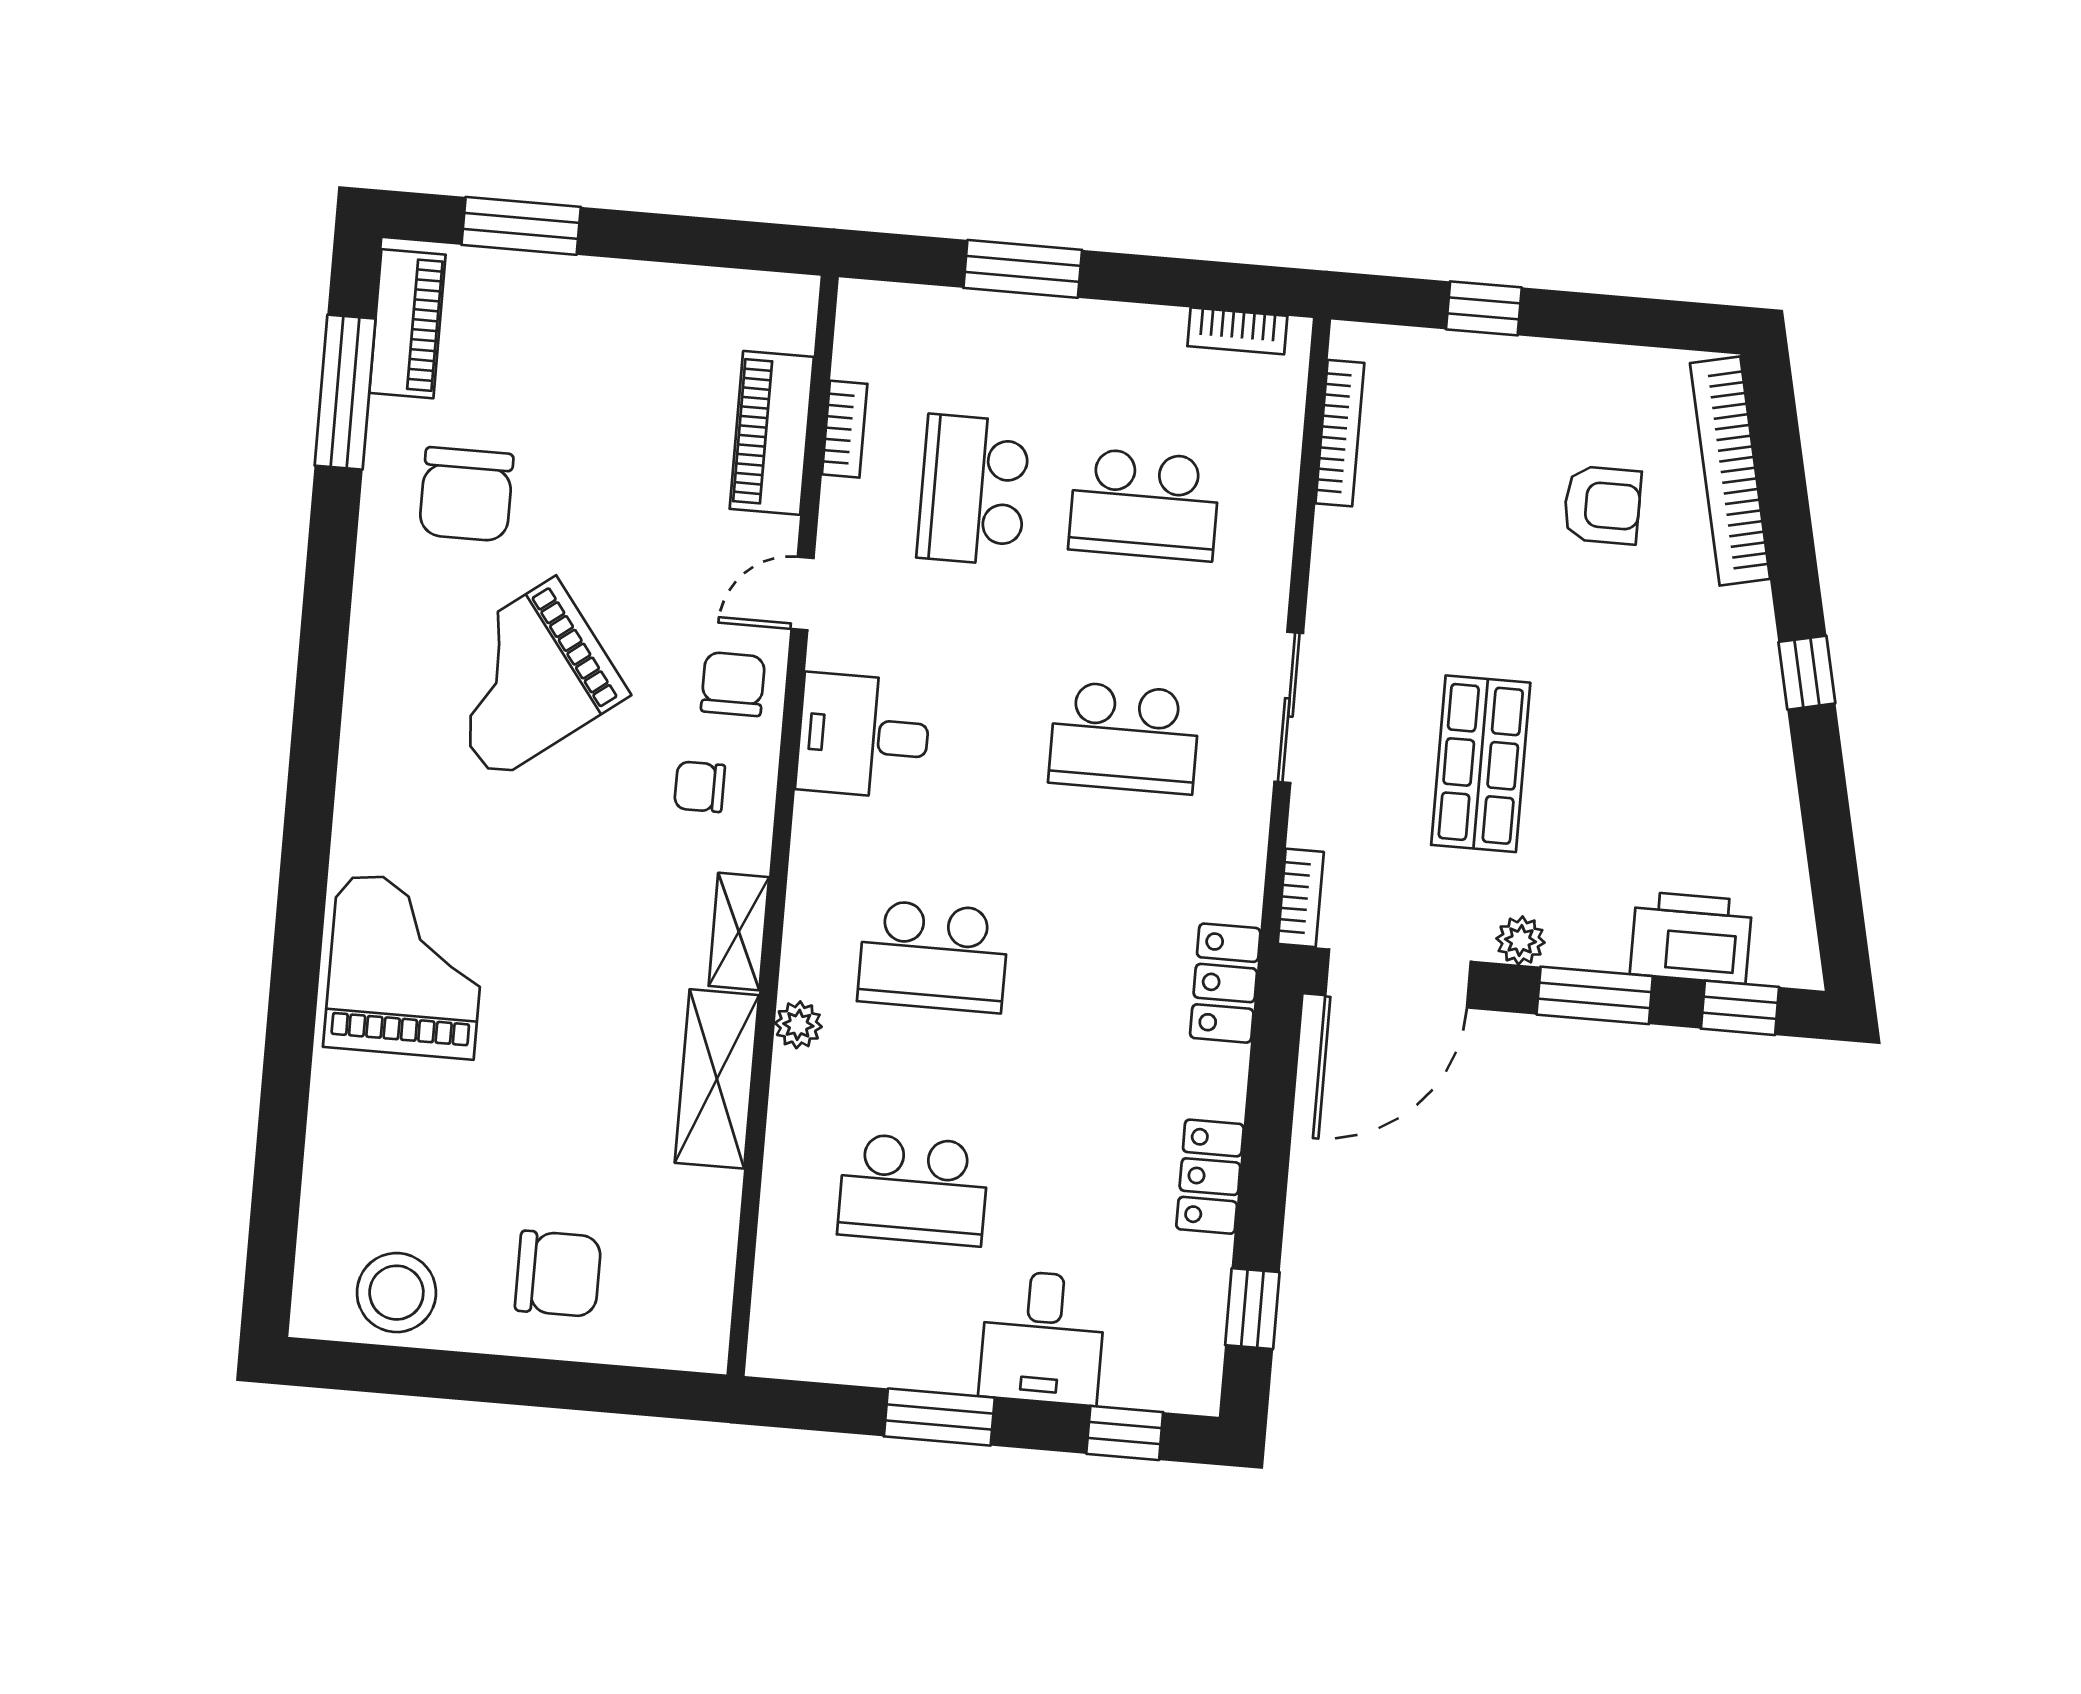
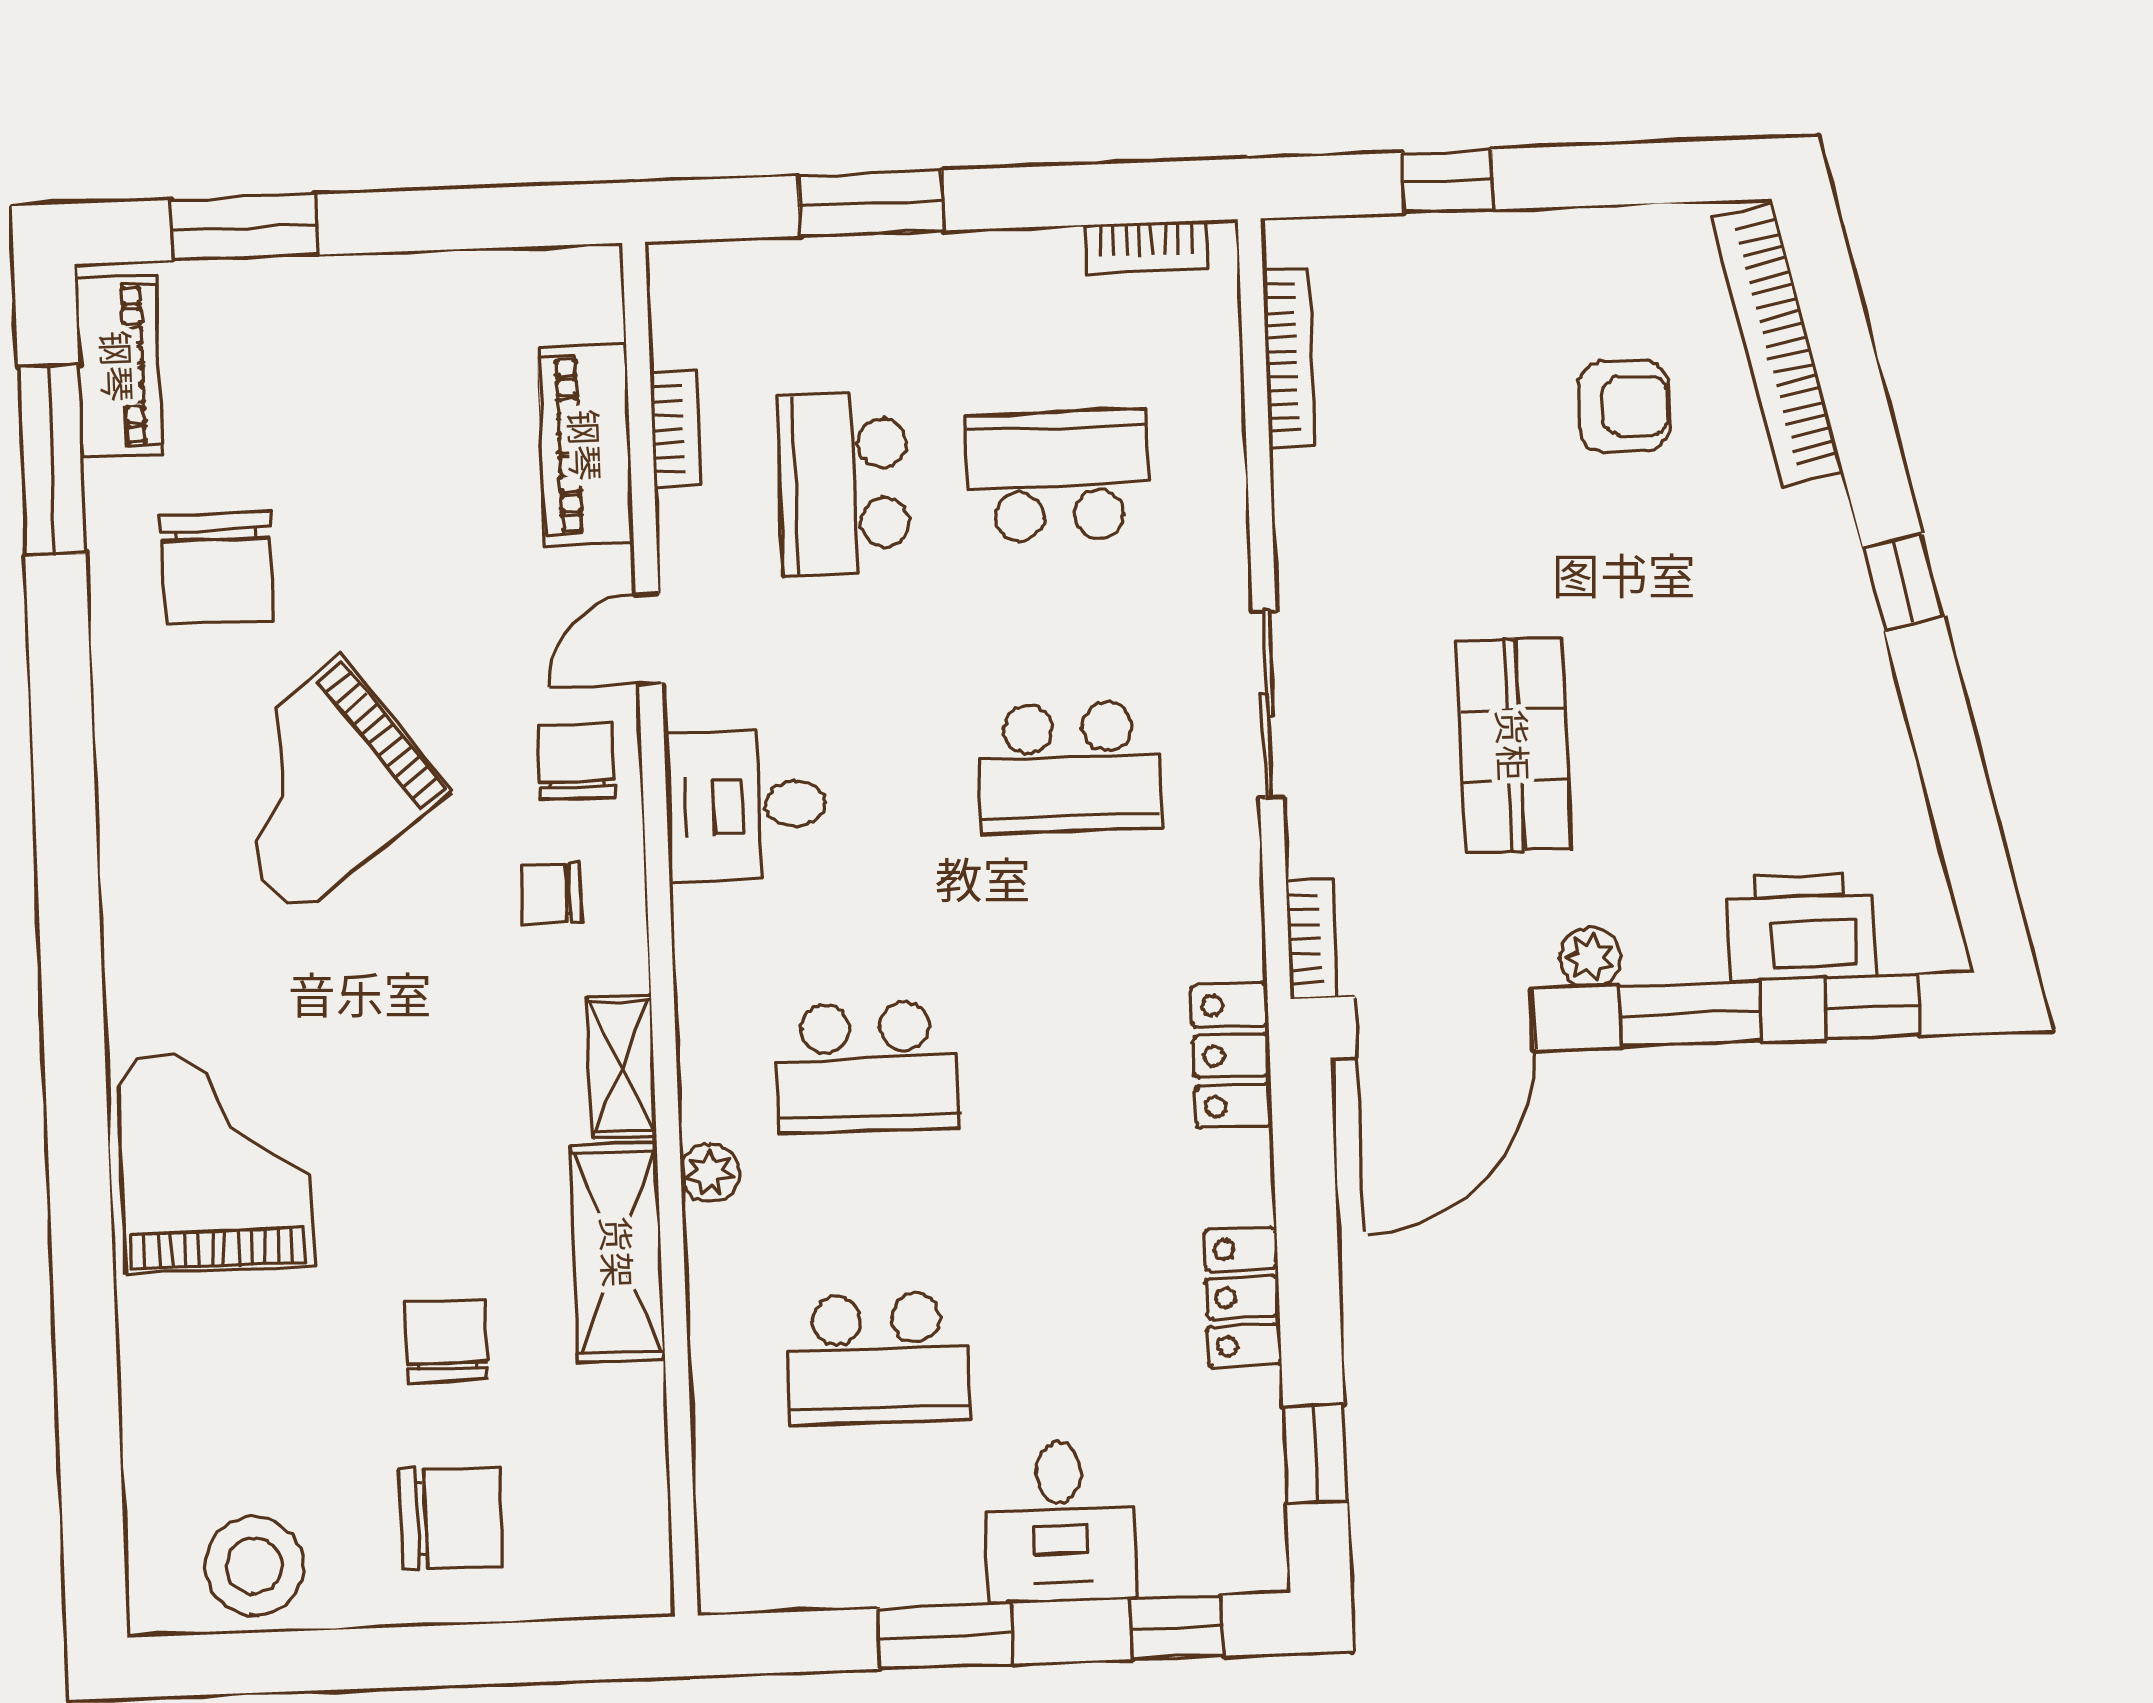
school desk: (1144, 505) -> (1058, 476), turned 180
chair: (572, 1133) -> (447, 1342), added

